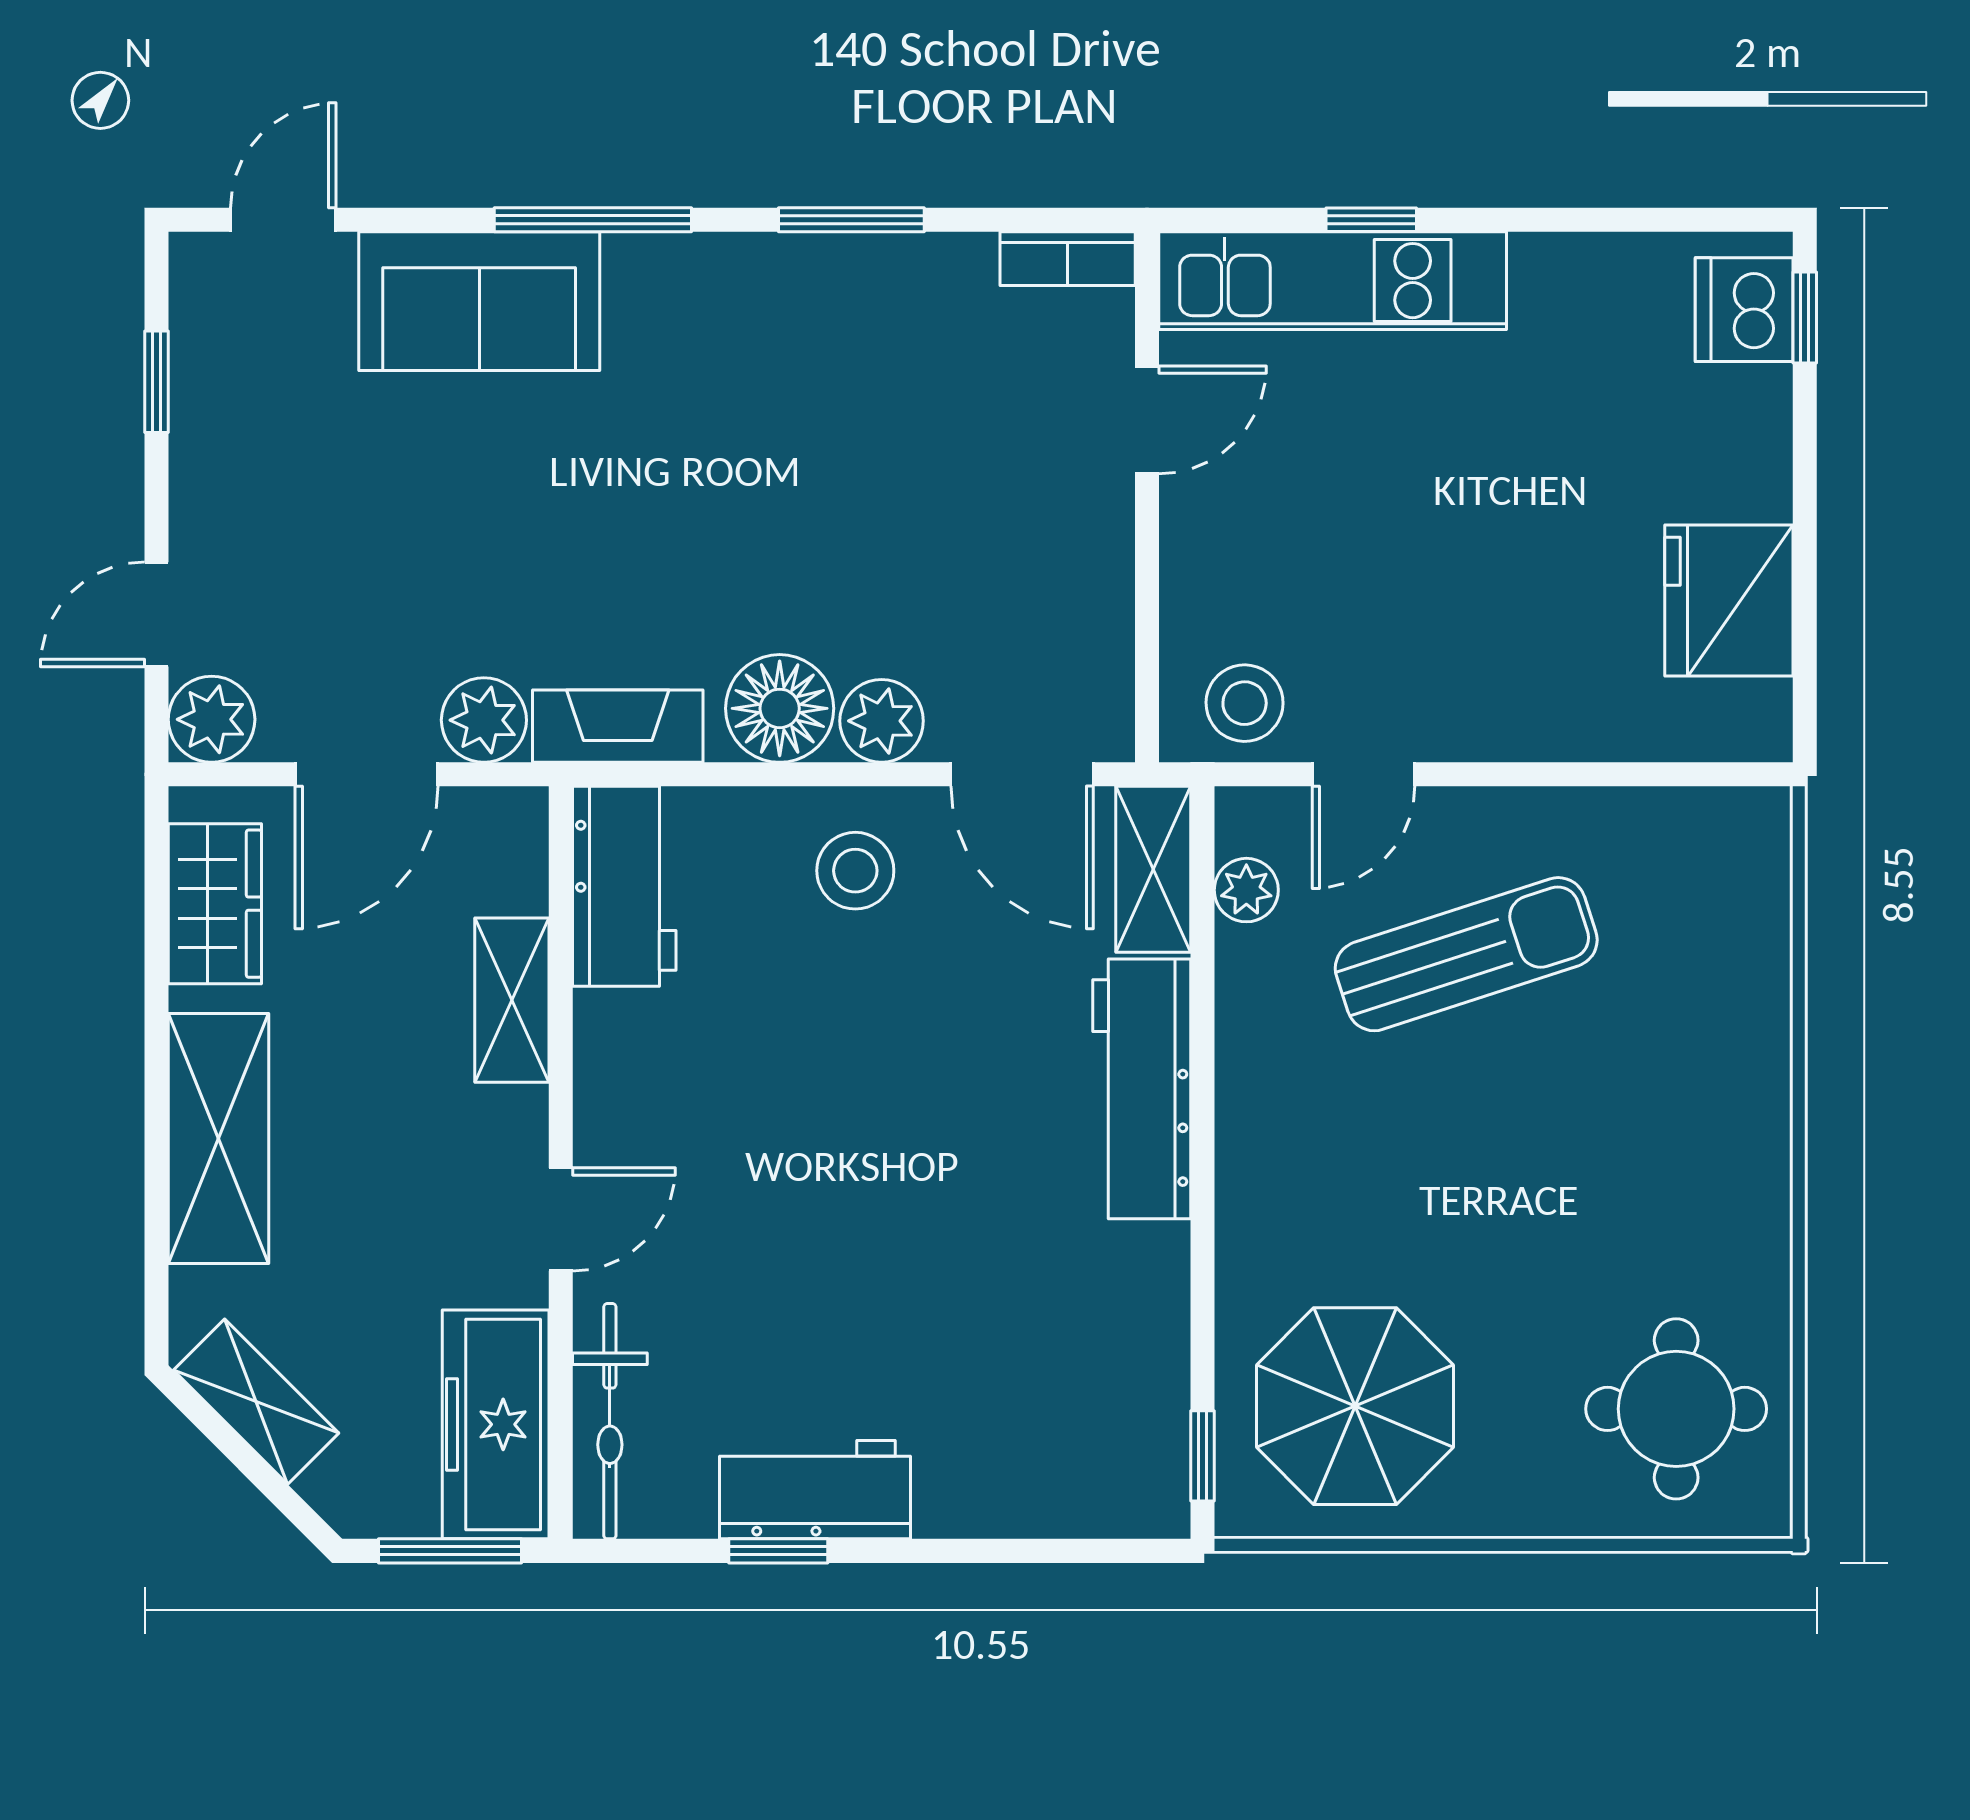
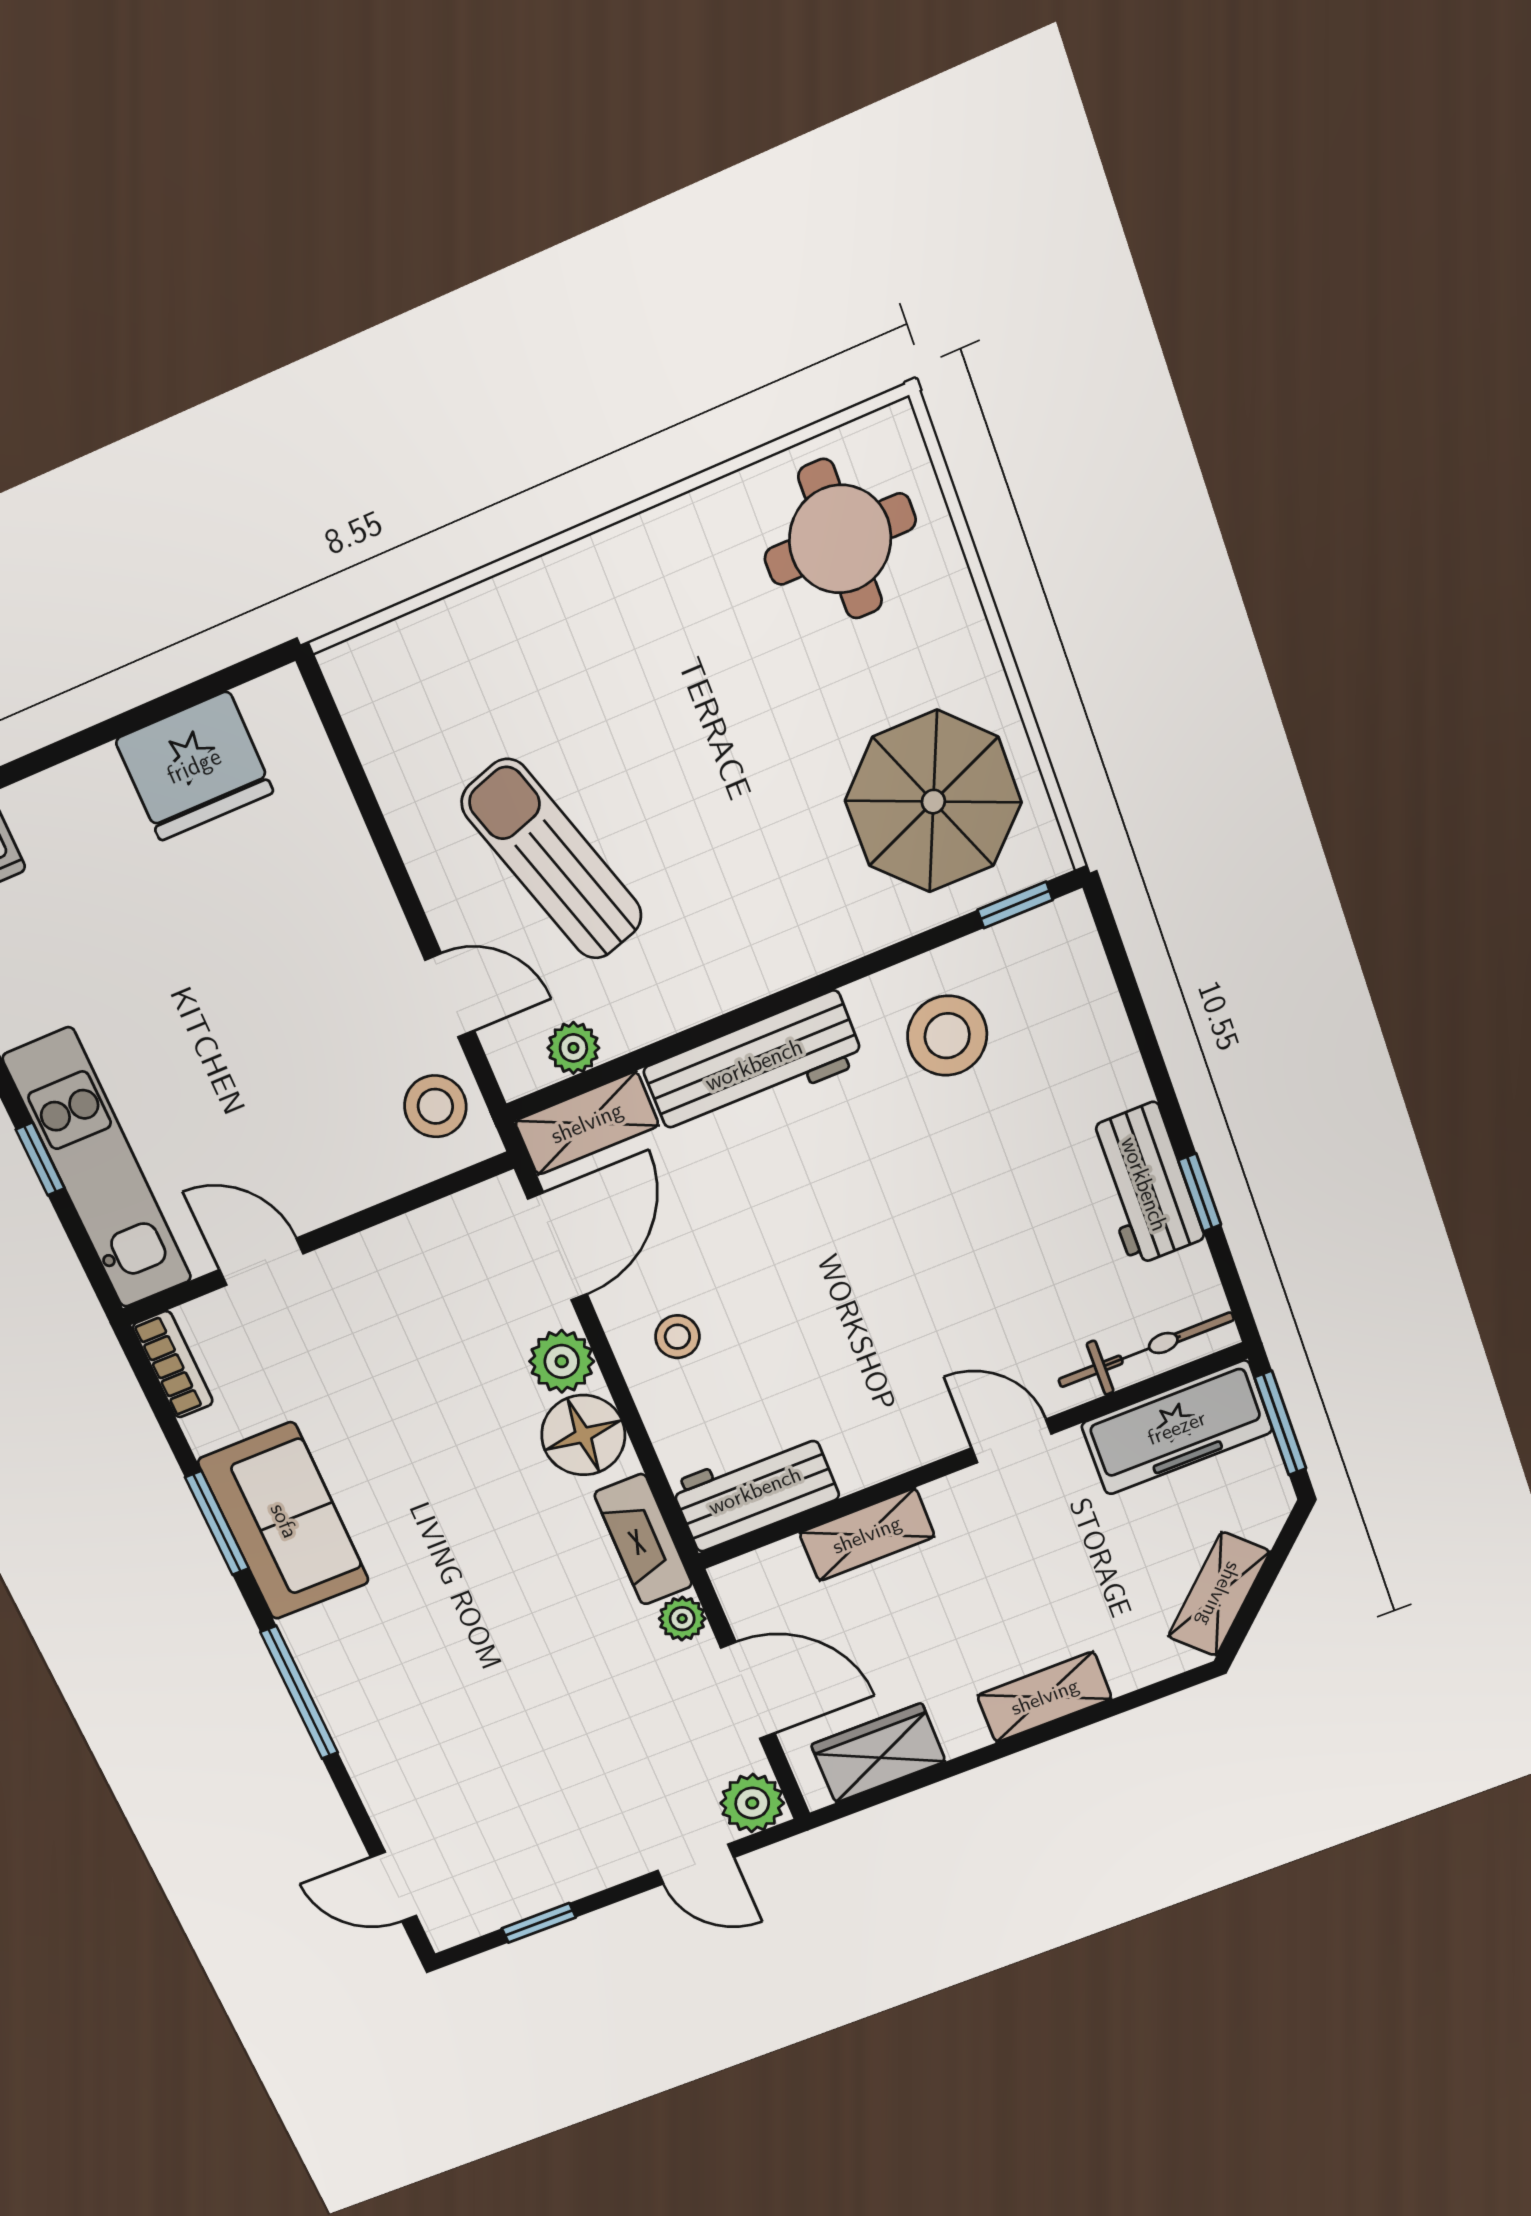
sofa: (479, 301) -> (284, 1521), moved
plant: (484, 720) -> (682, 1619), width x0.73, depth x0.73
stool: (855, 871) -> (677, 1337), width x0.73, depth x0.73
shelving: (218, 1139) -> (1045, 1697), width x0.67, depth x0.75
stool: (1085, 1324) -> (947, 1036), added

